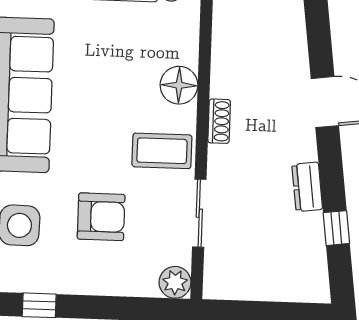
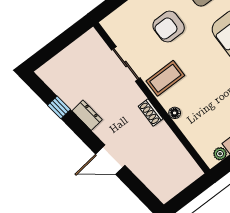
floor lamp: (179, 85) -> (175, 113), width x0.53, depth x0.53
plant: (175, 282) -> (111, 24), removed

